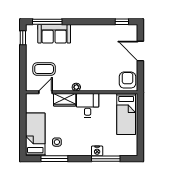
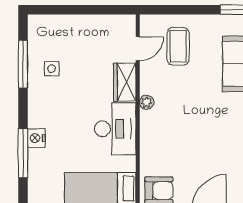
door: (45, 92) -> (138, 49), hinge flipped
desk: (88, 105) -> (115, 129), width x1.37
bed: (35, 134) -> (65, 31), removed

